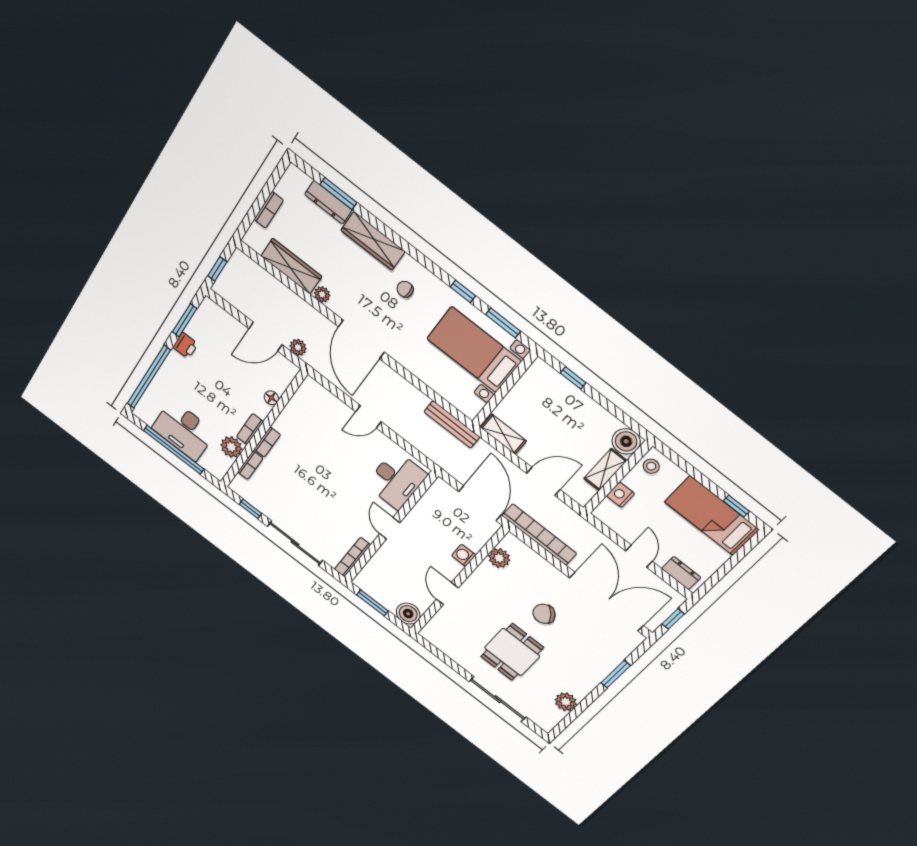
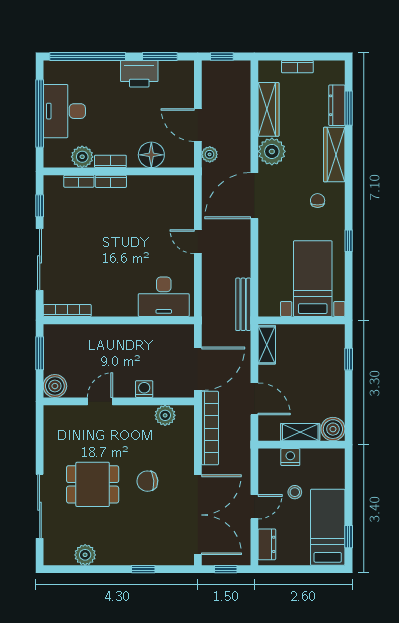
plant: (322, 294) -> (272, 151), width x1.88, depth x1.88
window: (503, 323) -> (349, 284), removed
printer: (185, 345) -> (139, 74), width x1.87, depth x1.48
floor lamp: (271, 398) -> (151, 155), width x1.89, depth x1.89
stool: (651, 466) -> (295, 492), moved
door: (390, 528) -> (118, 320), removed
chair: (544, 614) -> (147, 481), turned -59
window: (616, 674) -> (143, 569), width x0.67

